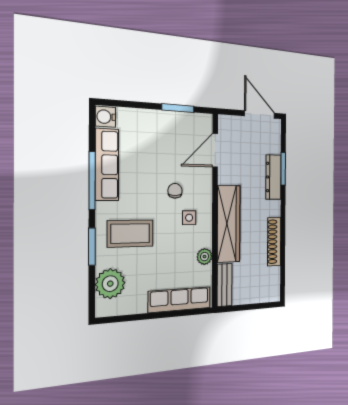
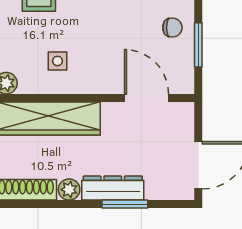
chair: (175, 191) -> (172, 28), moved
plant: (274, 208) -> (69, 190), added

